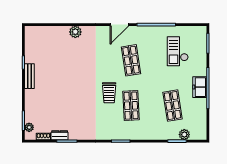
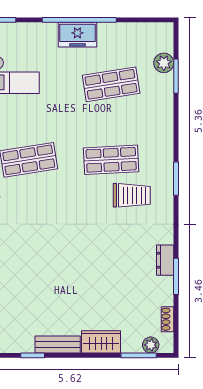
trolley: (109, 93) -> (132, 195), moved
wardrobe: (31, 100) -> (101, 342), added
dresser: (60, 135) -> (165, 260), moved

